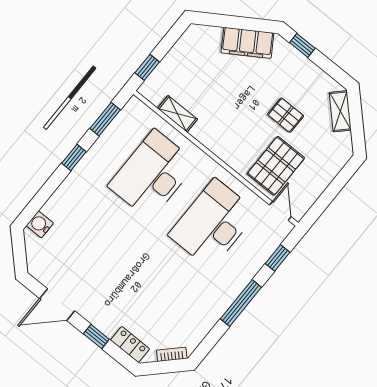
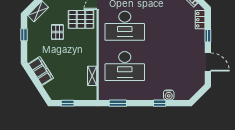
window: (302, 45) -> (24, 35), moved
window: (147, 67) -> (68, 103), moved
window: (74, 157) -> (160, 103), moved
water cooler: (40, 224) -> (169, 95), moved

